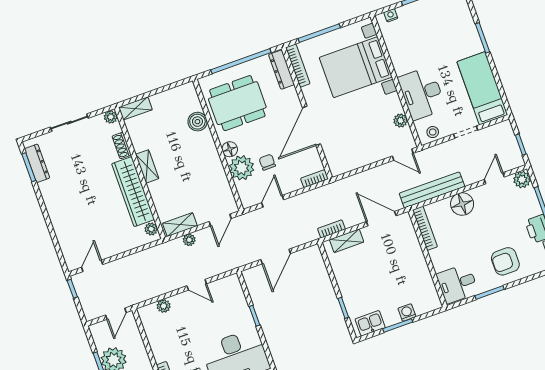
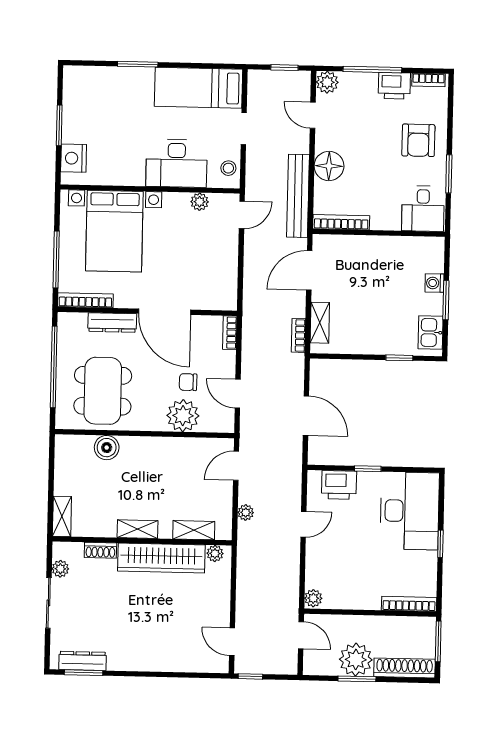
nightstand: (391, 15) -> (74, 158), width x1.89, depth x1.79
dresser: (282, 70) -> (112, 323), moved
plant: (111, 117) -> (60, 569), moved
floor lamp: (230, 149) -> (155, 421), removed
door: (220, 220) -> (236, 466), swing flipped
shelving: (180, 225) -> (194, 530), moved, turned 90
printer: (235, 299) -> (339, 485), added
plant: (164, 306) -> (313, 598), moved

